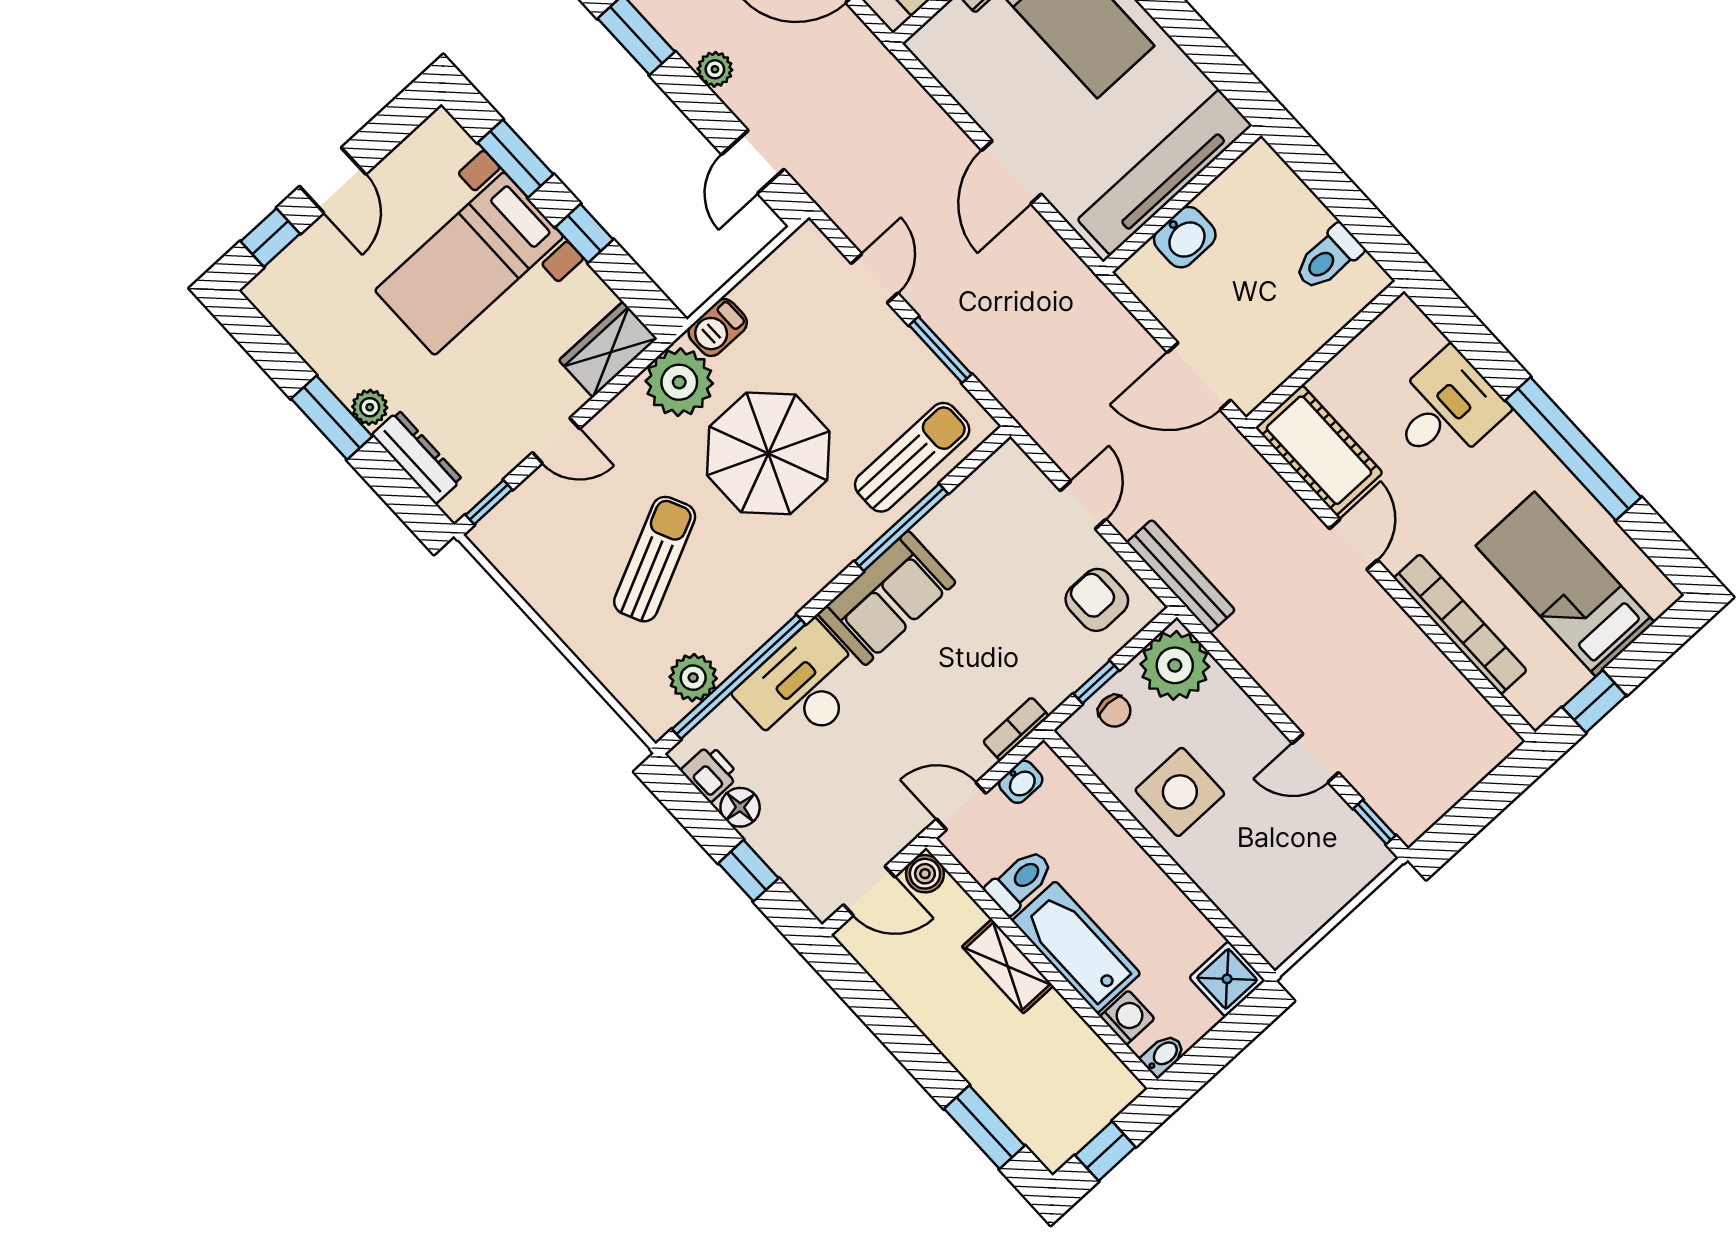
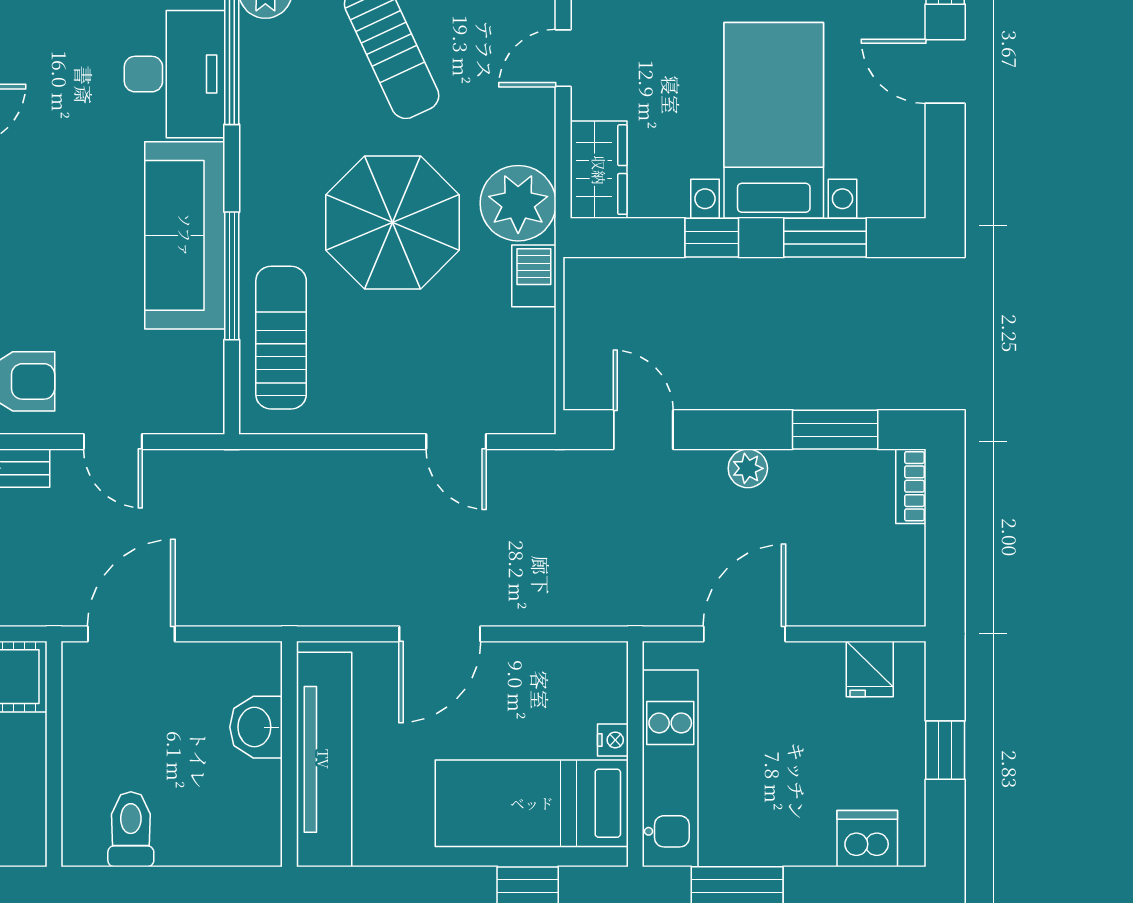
door: (1011, 172) -> (440, 634), swing flipped
window: (940, 350) -> (348, 442), removed
sun lounger: (912, 457) -> (281, 338), turned 180
sofa: (887, 598) -> (185, 235), width x1.36

